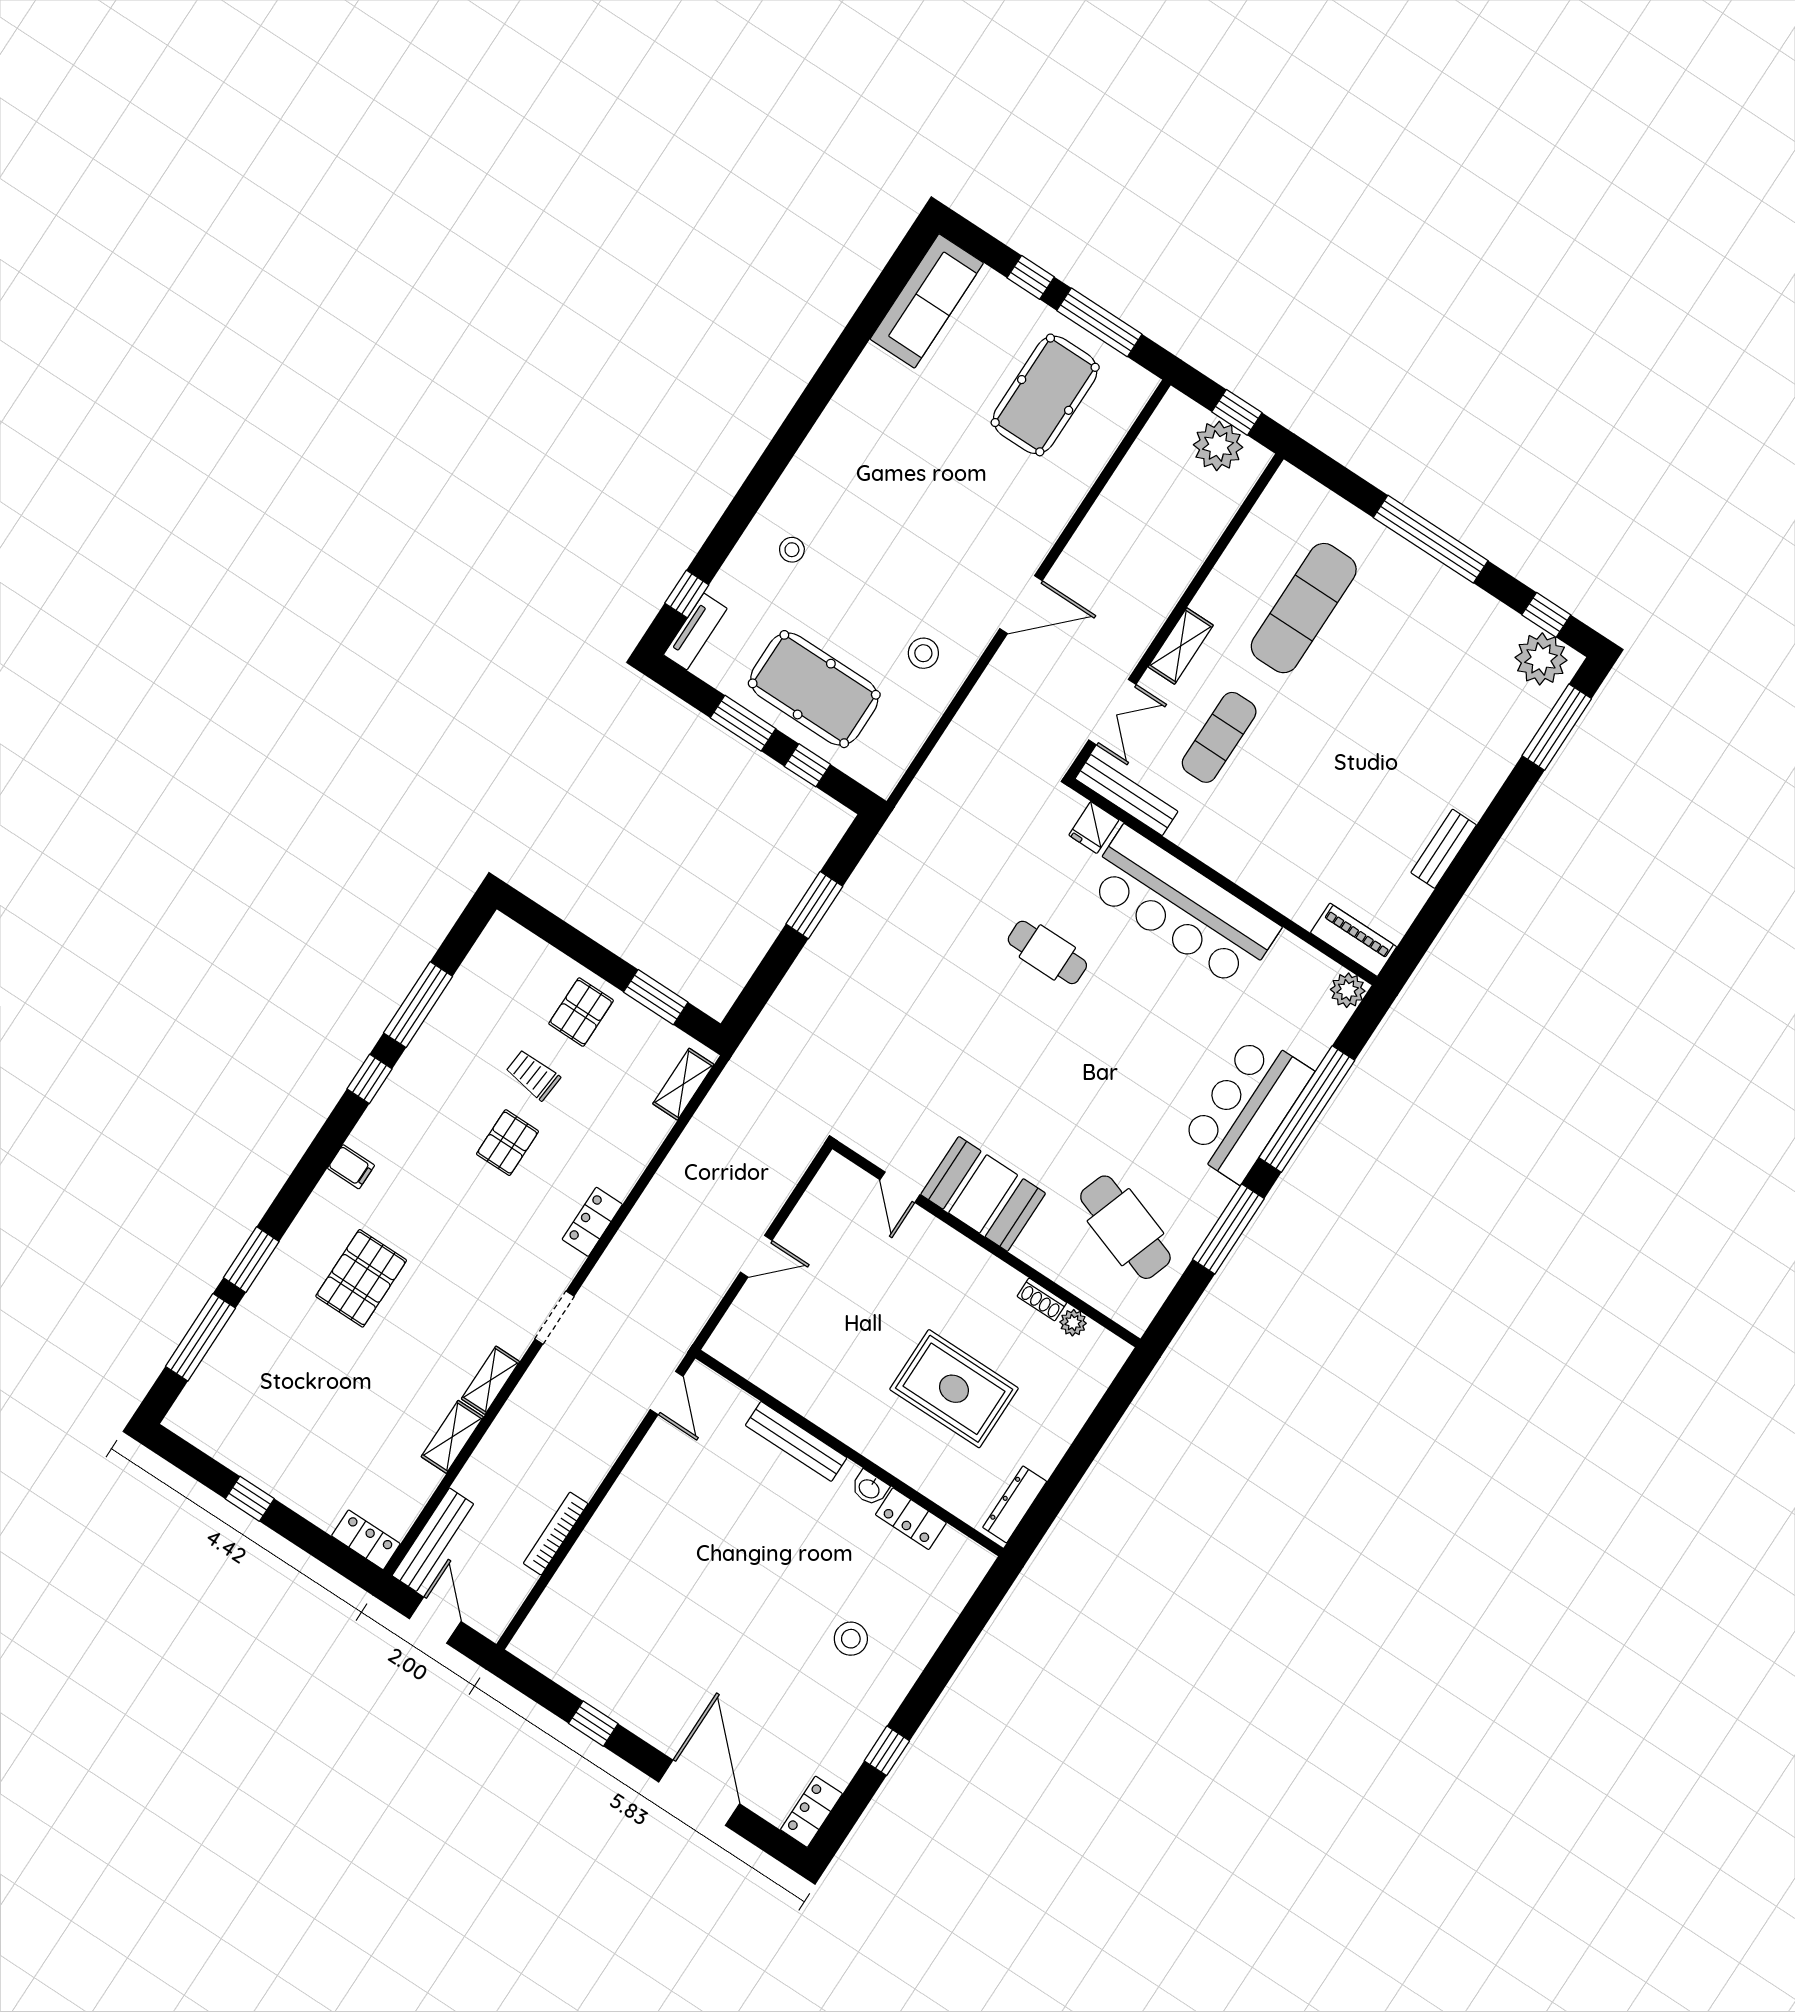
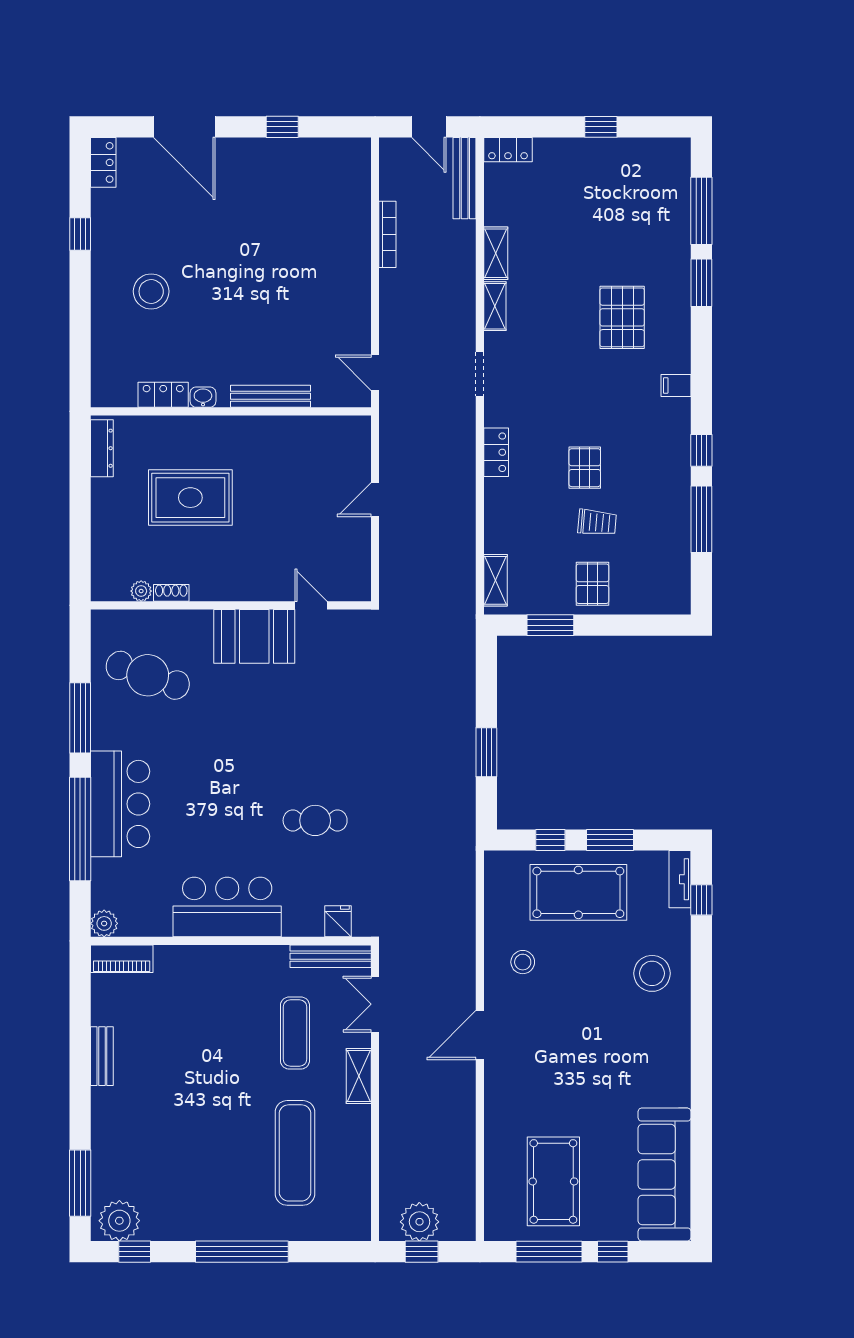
sofa: (927, 301) -> (665, 1174), width x1.36, depth x1.27
stool: (792, 550) -> (652, 973), width x1.89, depth x1.89
bar counter: (1182, 907) -> (227, 907), width x0.73
stool: (851, 1639) -> (151, 291), width x1.38, depth x1.38

